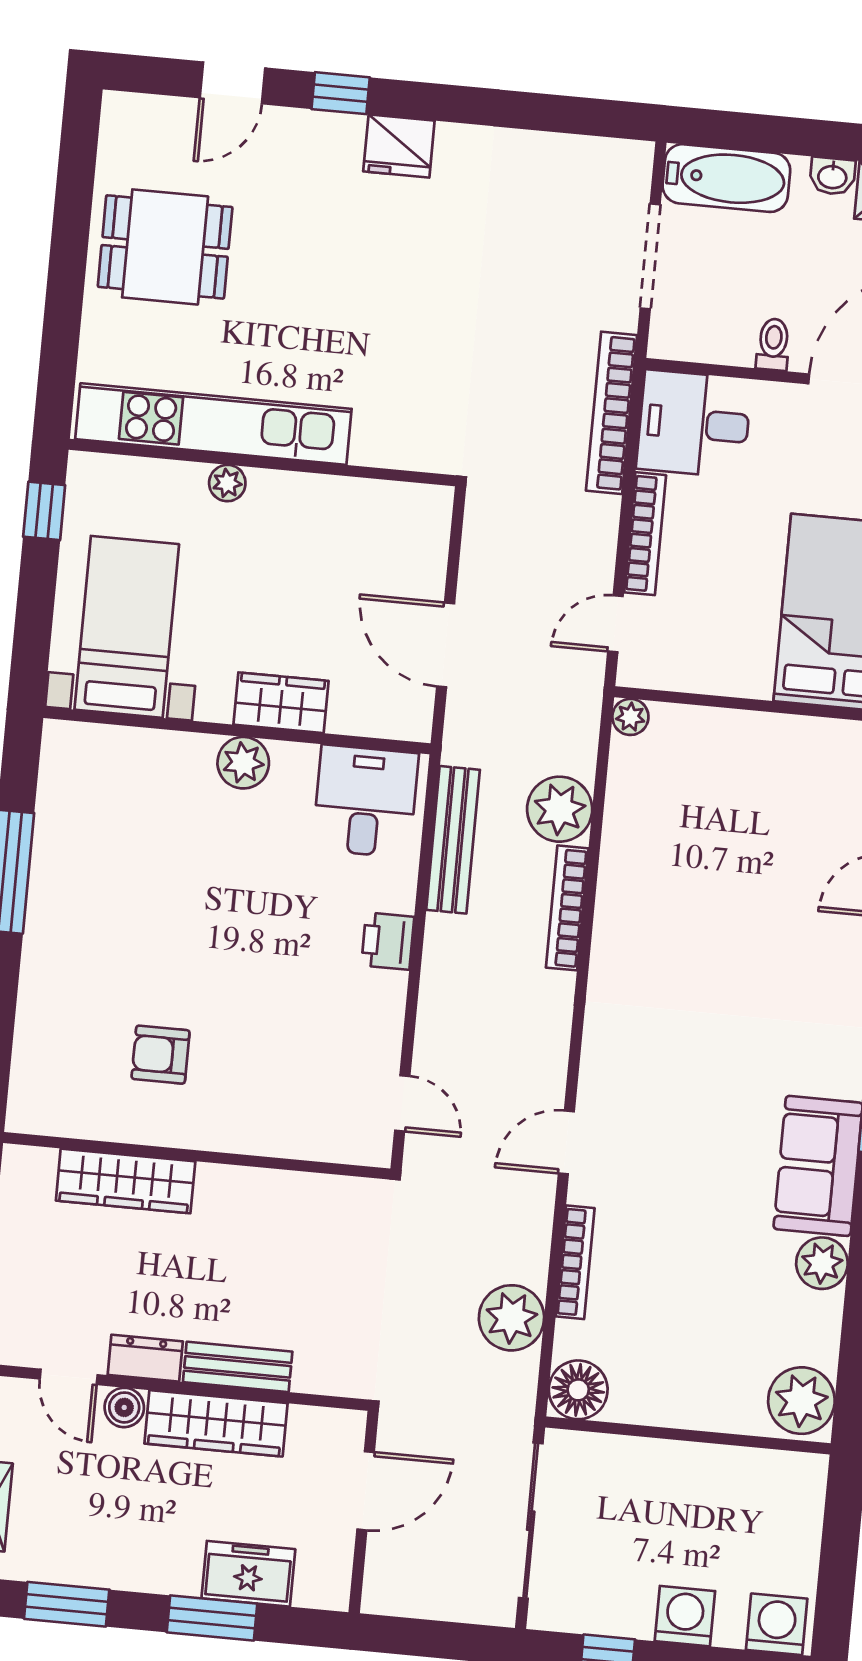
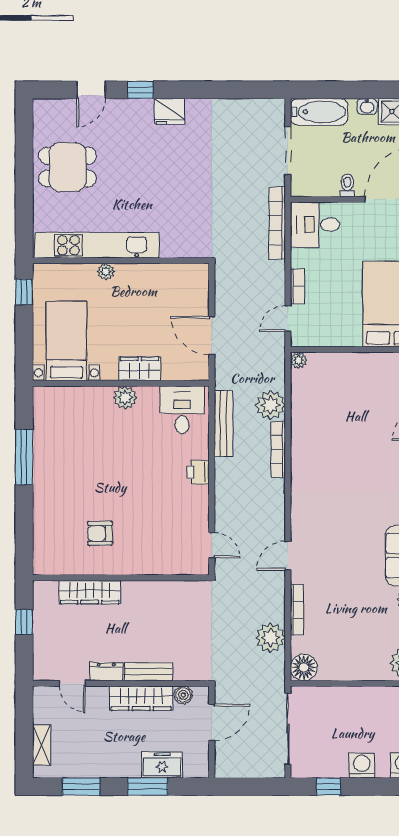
bookcase: (645, 534) -> (297, 286), width x0.64
boiler: (124, 1407) -> (183, 695), moved

